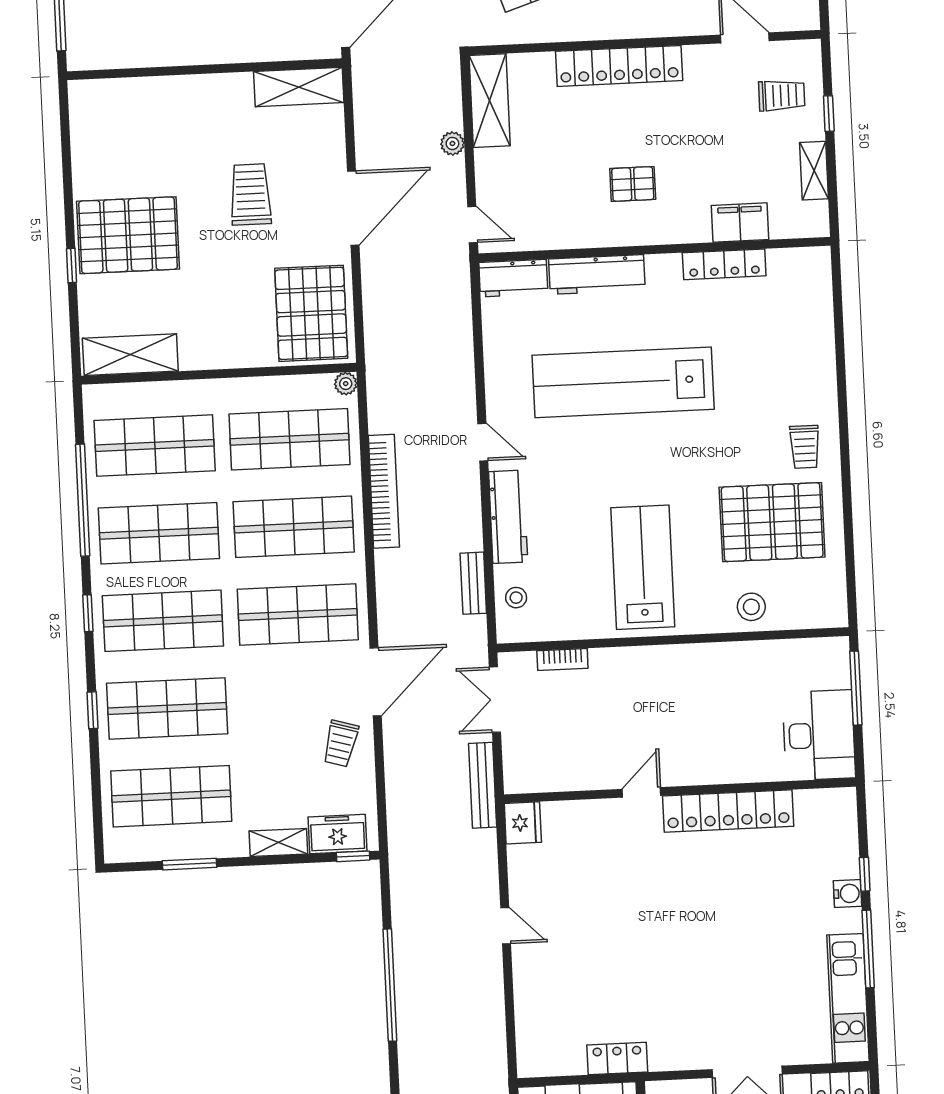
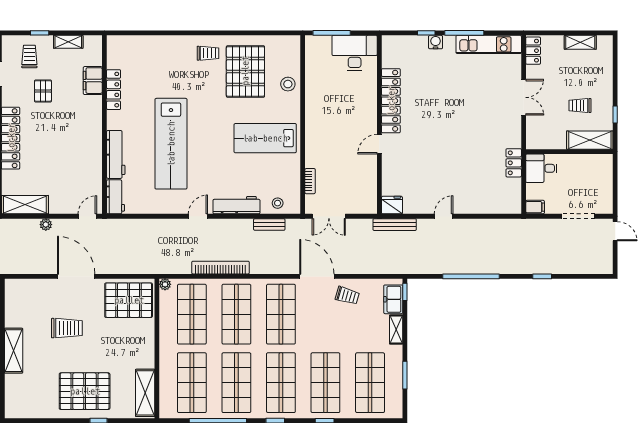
shelving: (299, 87) -> (14, 351), moved
pallet: (633, 184) -> (43, 91), moved
trolley: (250, 194) -> (67, 328), turned 180
pallet: (128, 235) -> (85, 391), turned 90
bench: (483, 785) -> (395, 225), moved
door: (641, 792) -> (379, 144), hinge flipped

